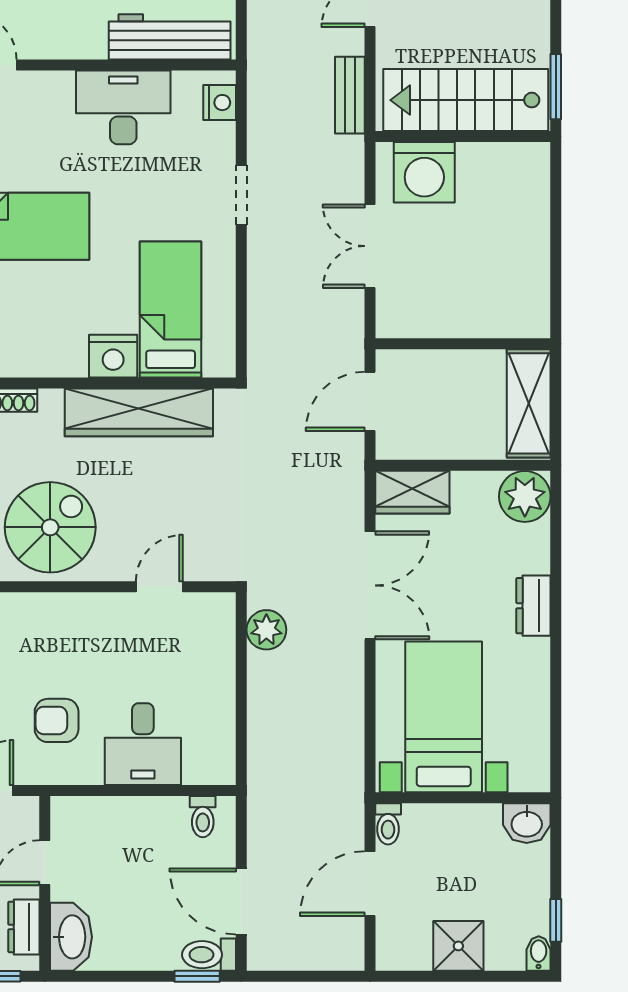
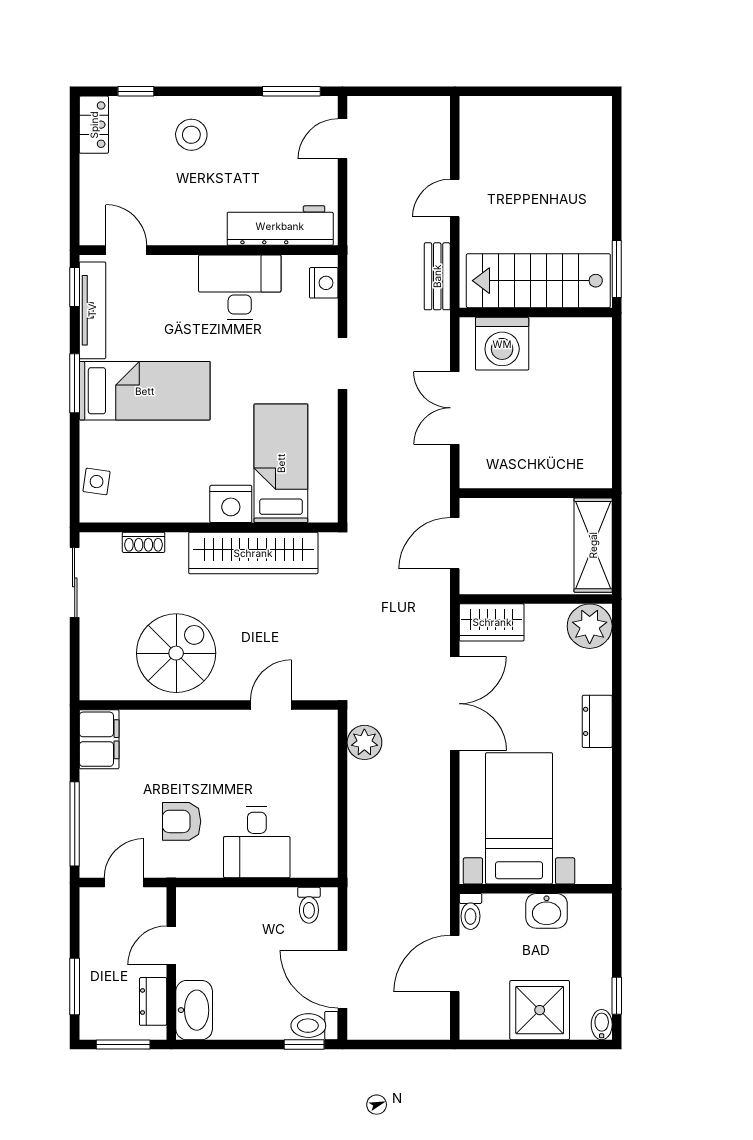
washbasin: (527, 823) -> (547, 911), moved
shower: (458, 946) -> (540, 1010), width x1.36, depth x1.36

